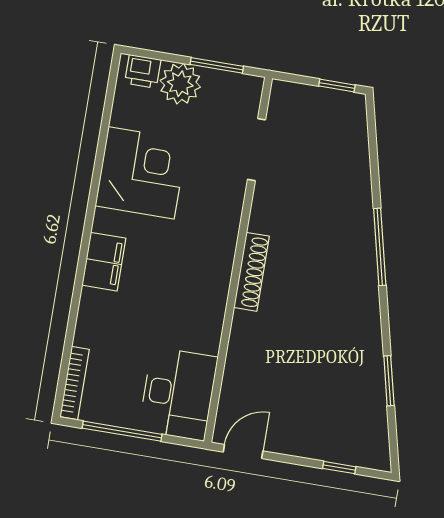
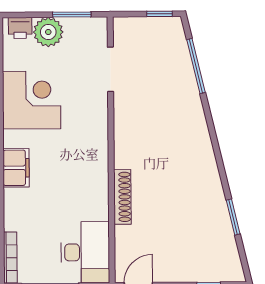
window: (380, 247) -> (196, 66), moved
shoe rack: (252, 272) -> (122, 197), moved

